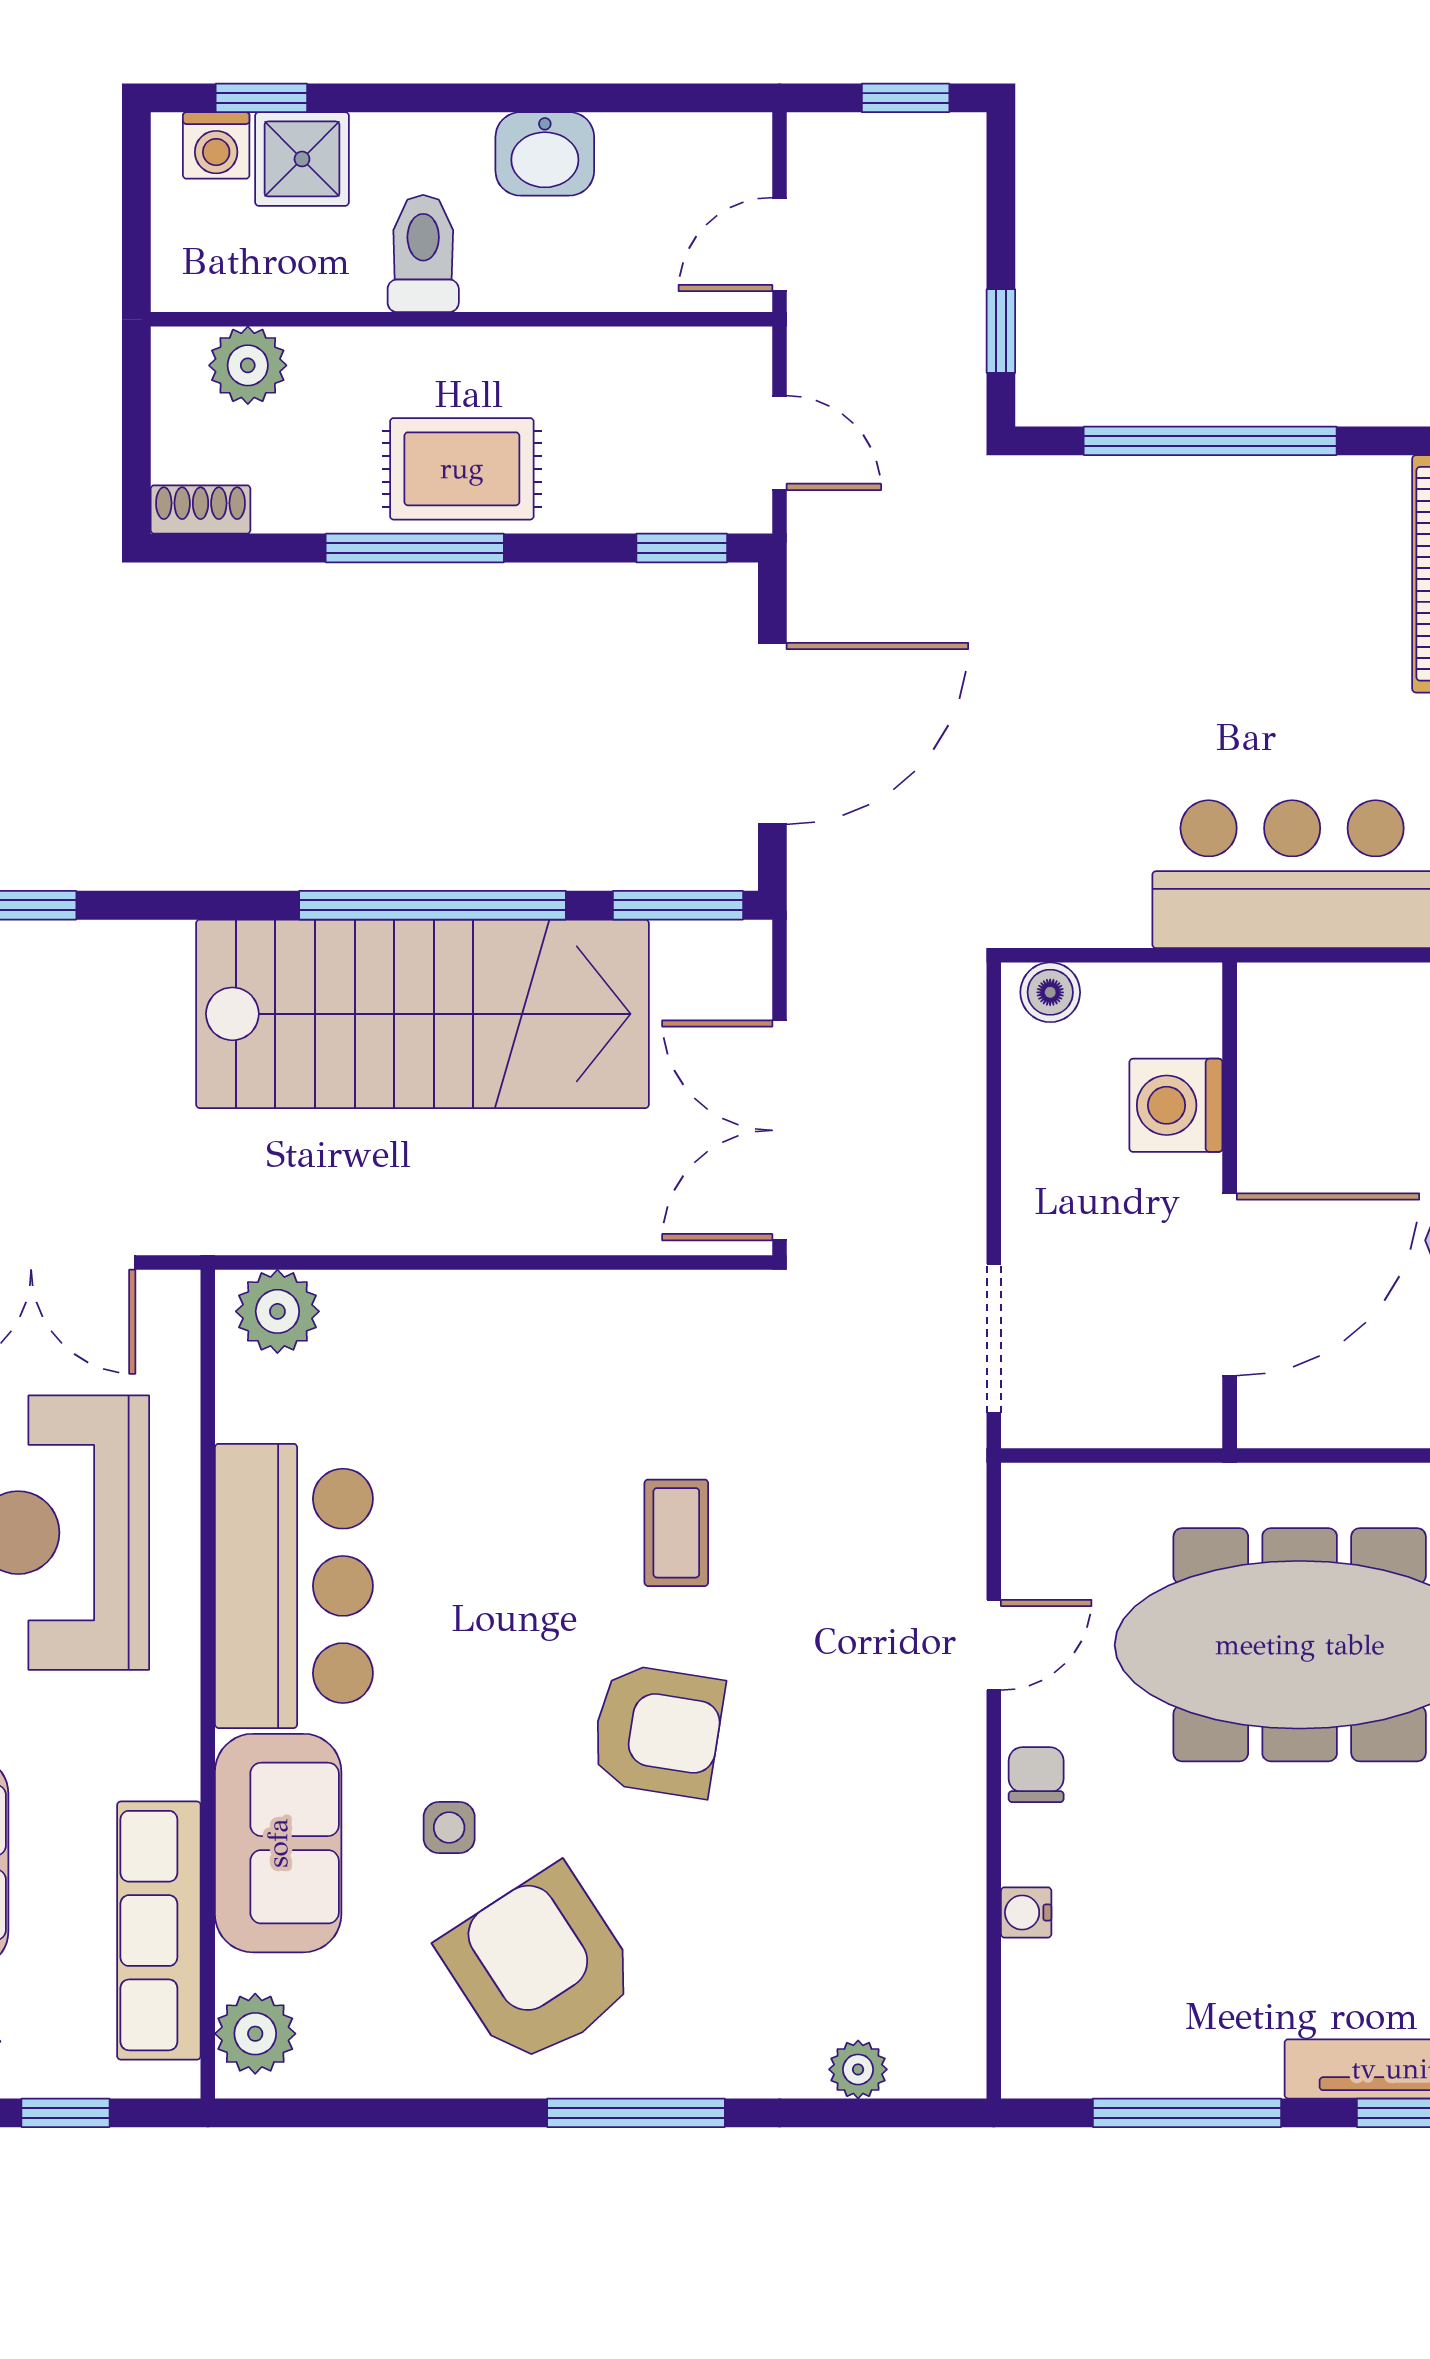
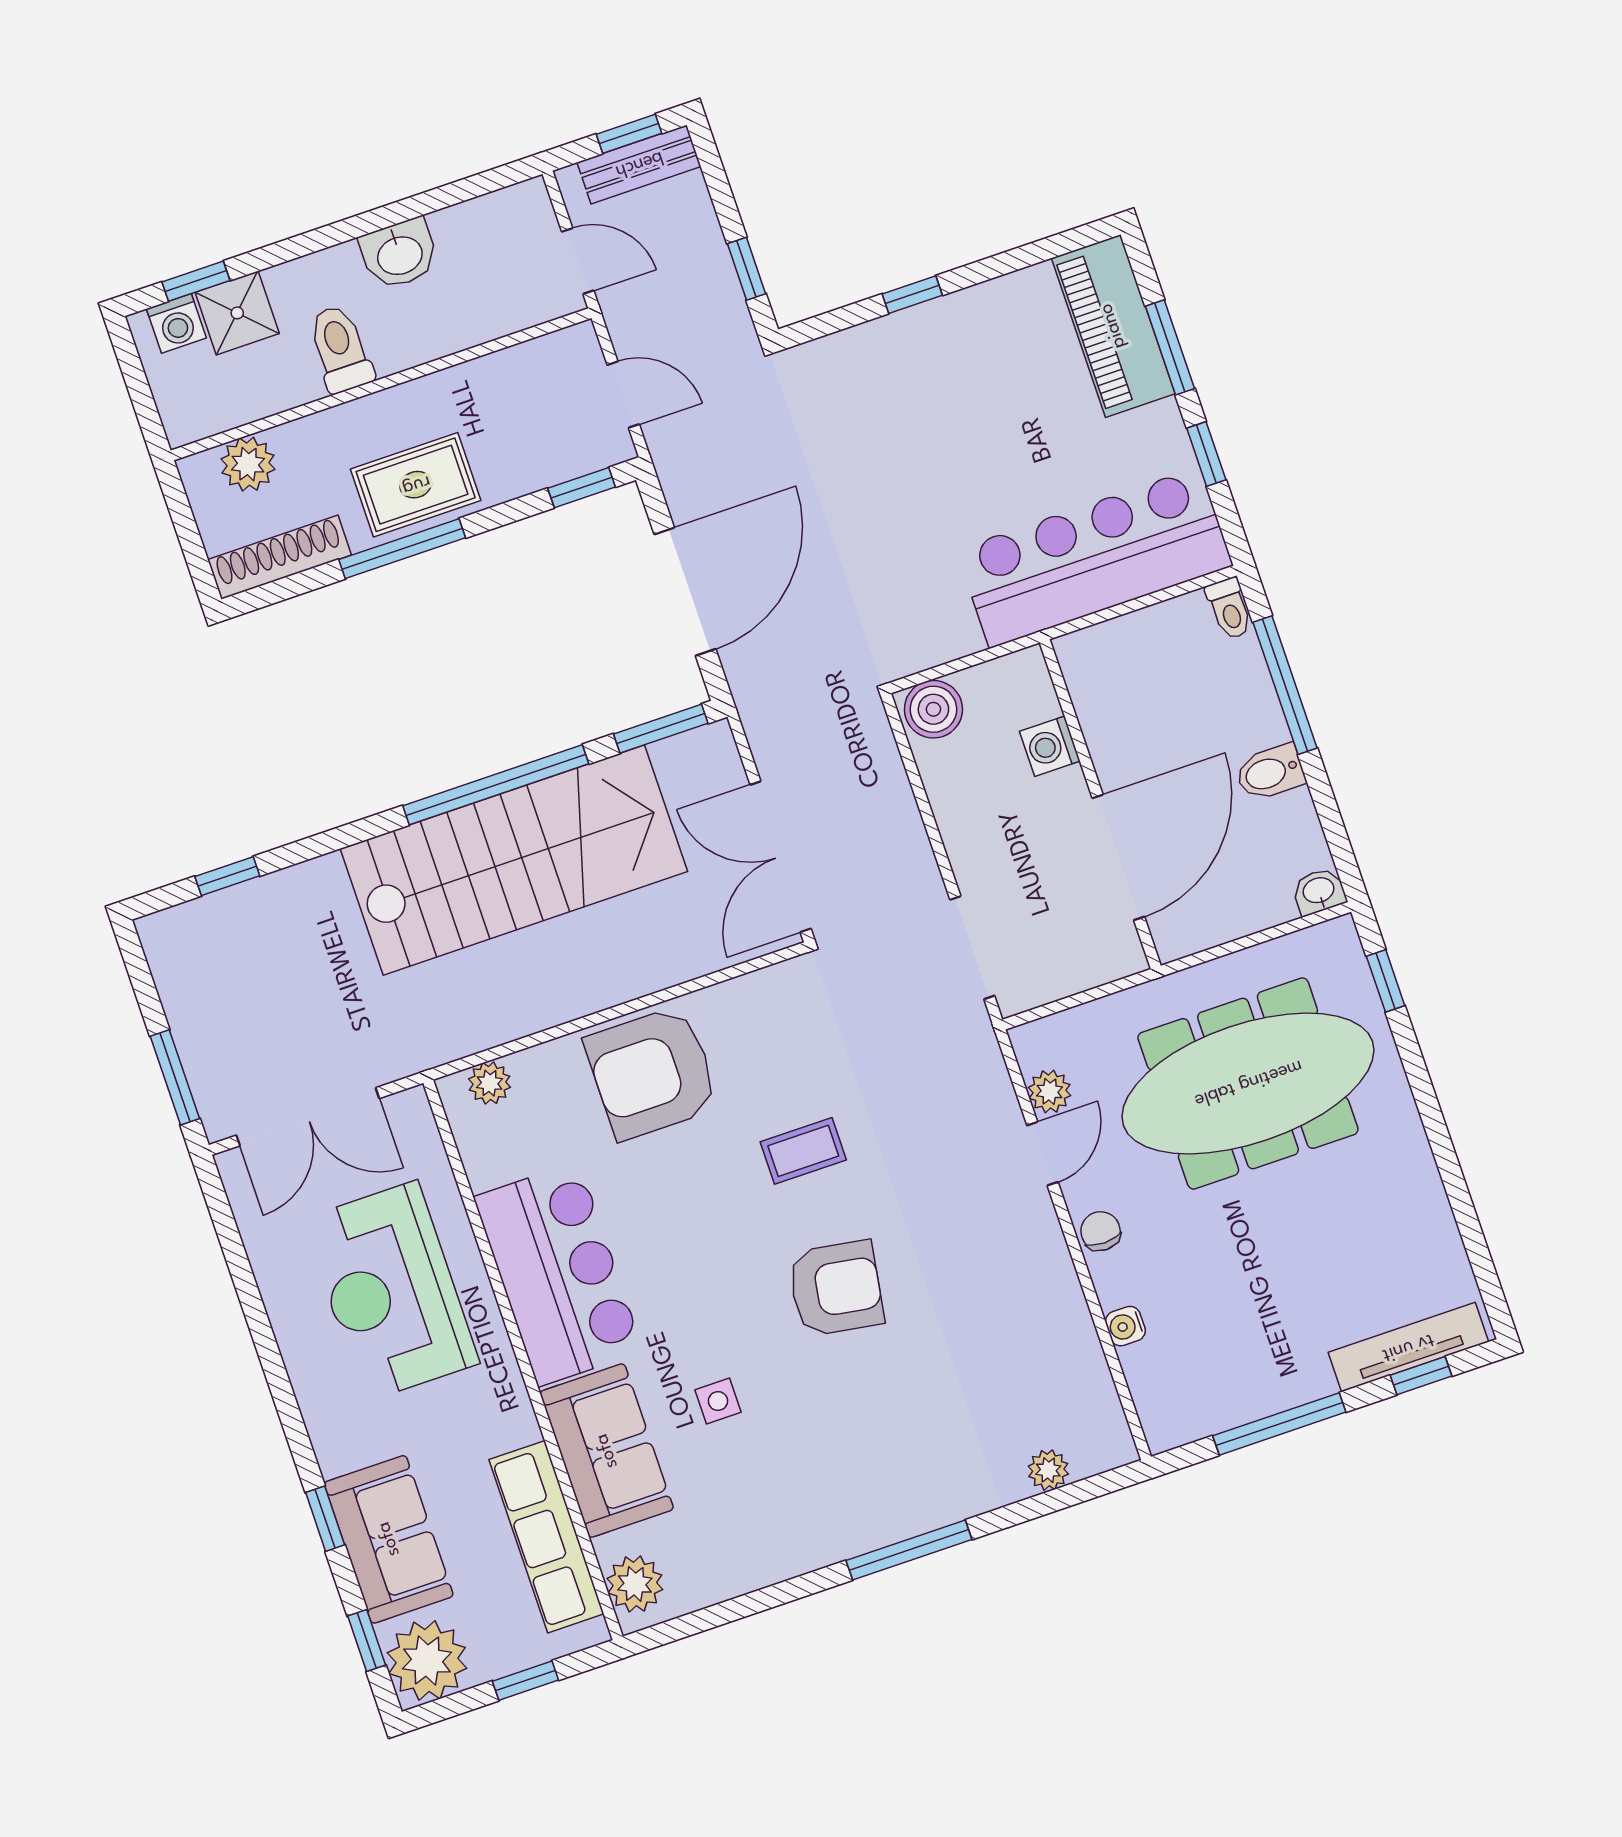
bench: (905, 143) -> (639, 164), added
door: (779, 244) -> (578, 261), swing flipped
window: (1210, 441) -> (912, 295), width x0.32
shoe rack: (201, 509) -> (280, 557), width x1.94, depth x1.24
boiler: (1050, 992) -> (933, 709), width x1.36, depth x1.36
washing machine: (1176, 1105) -> (1050, 746), width x0.73, depth x0.73
plant: (277, 1311) -> (490, 1083), width x0.73, depth x0.73
coffee table: (676, 1533) -> (803, 1151), turned 90
plant: (1032, 1565) -> (1050, 1091), added
armchair: (540, 1966) -> (652, 1073), moved, turned -57

